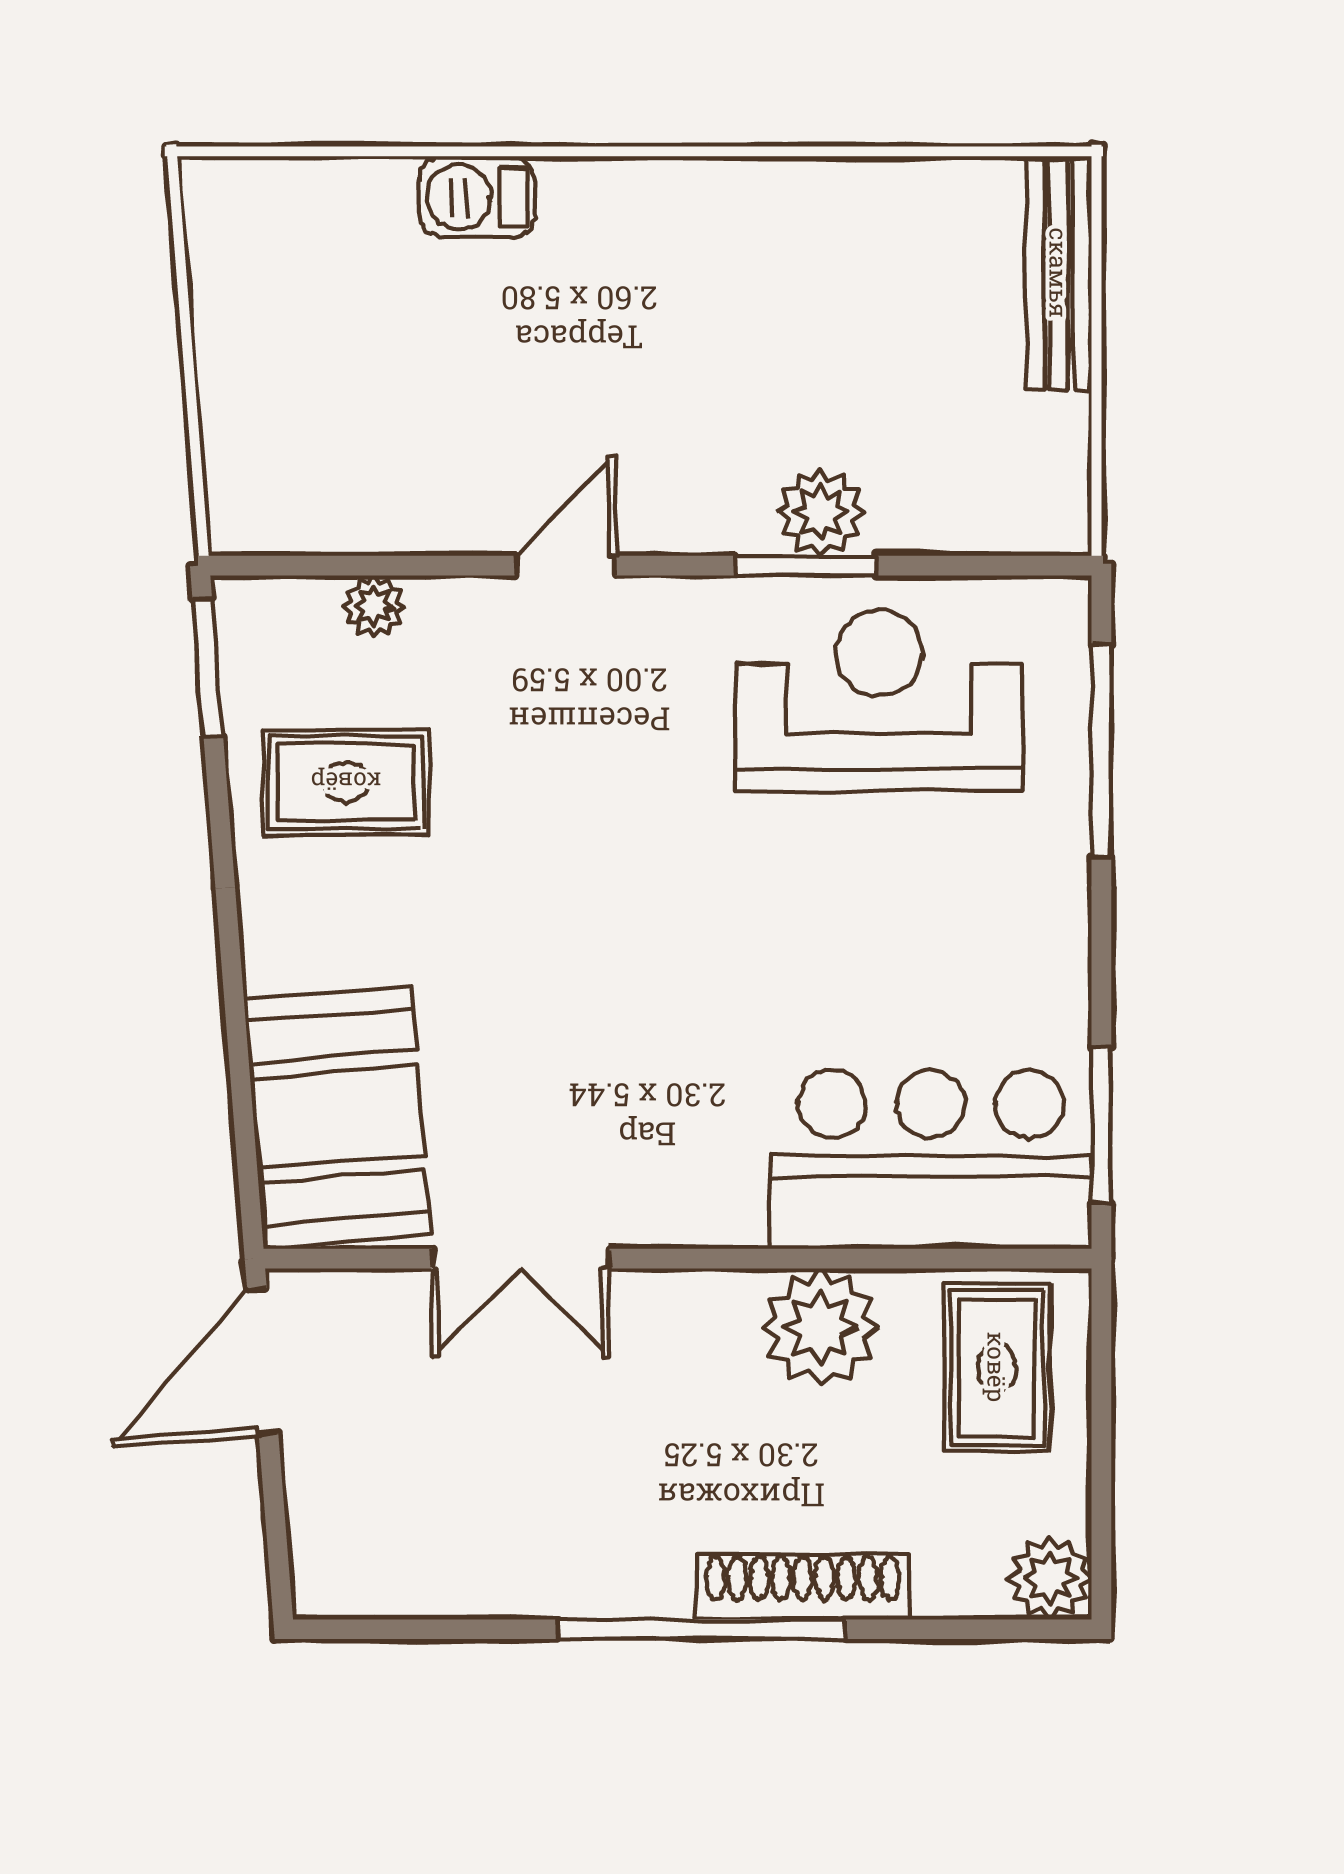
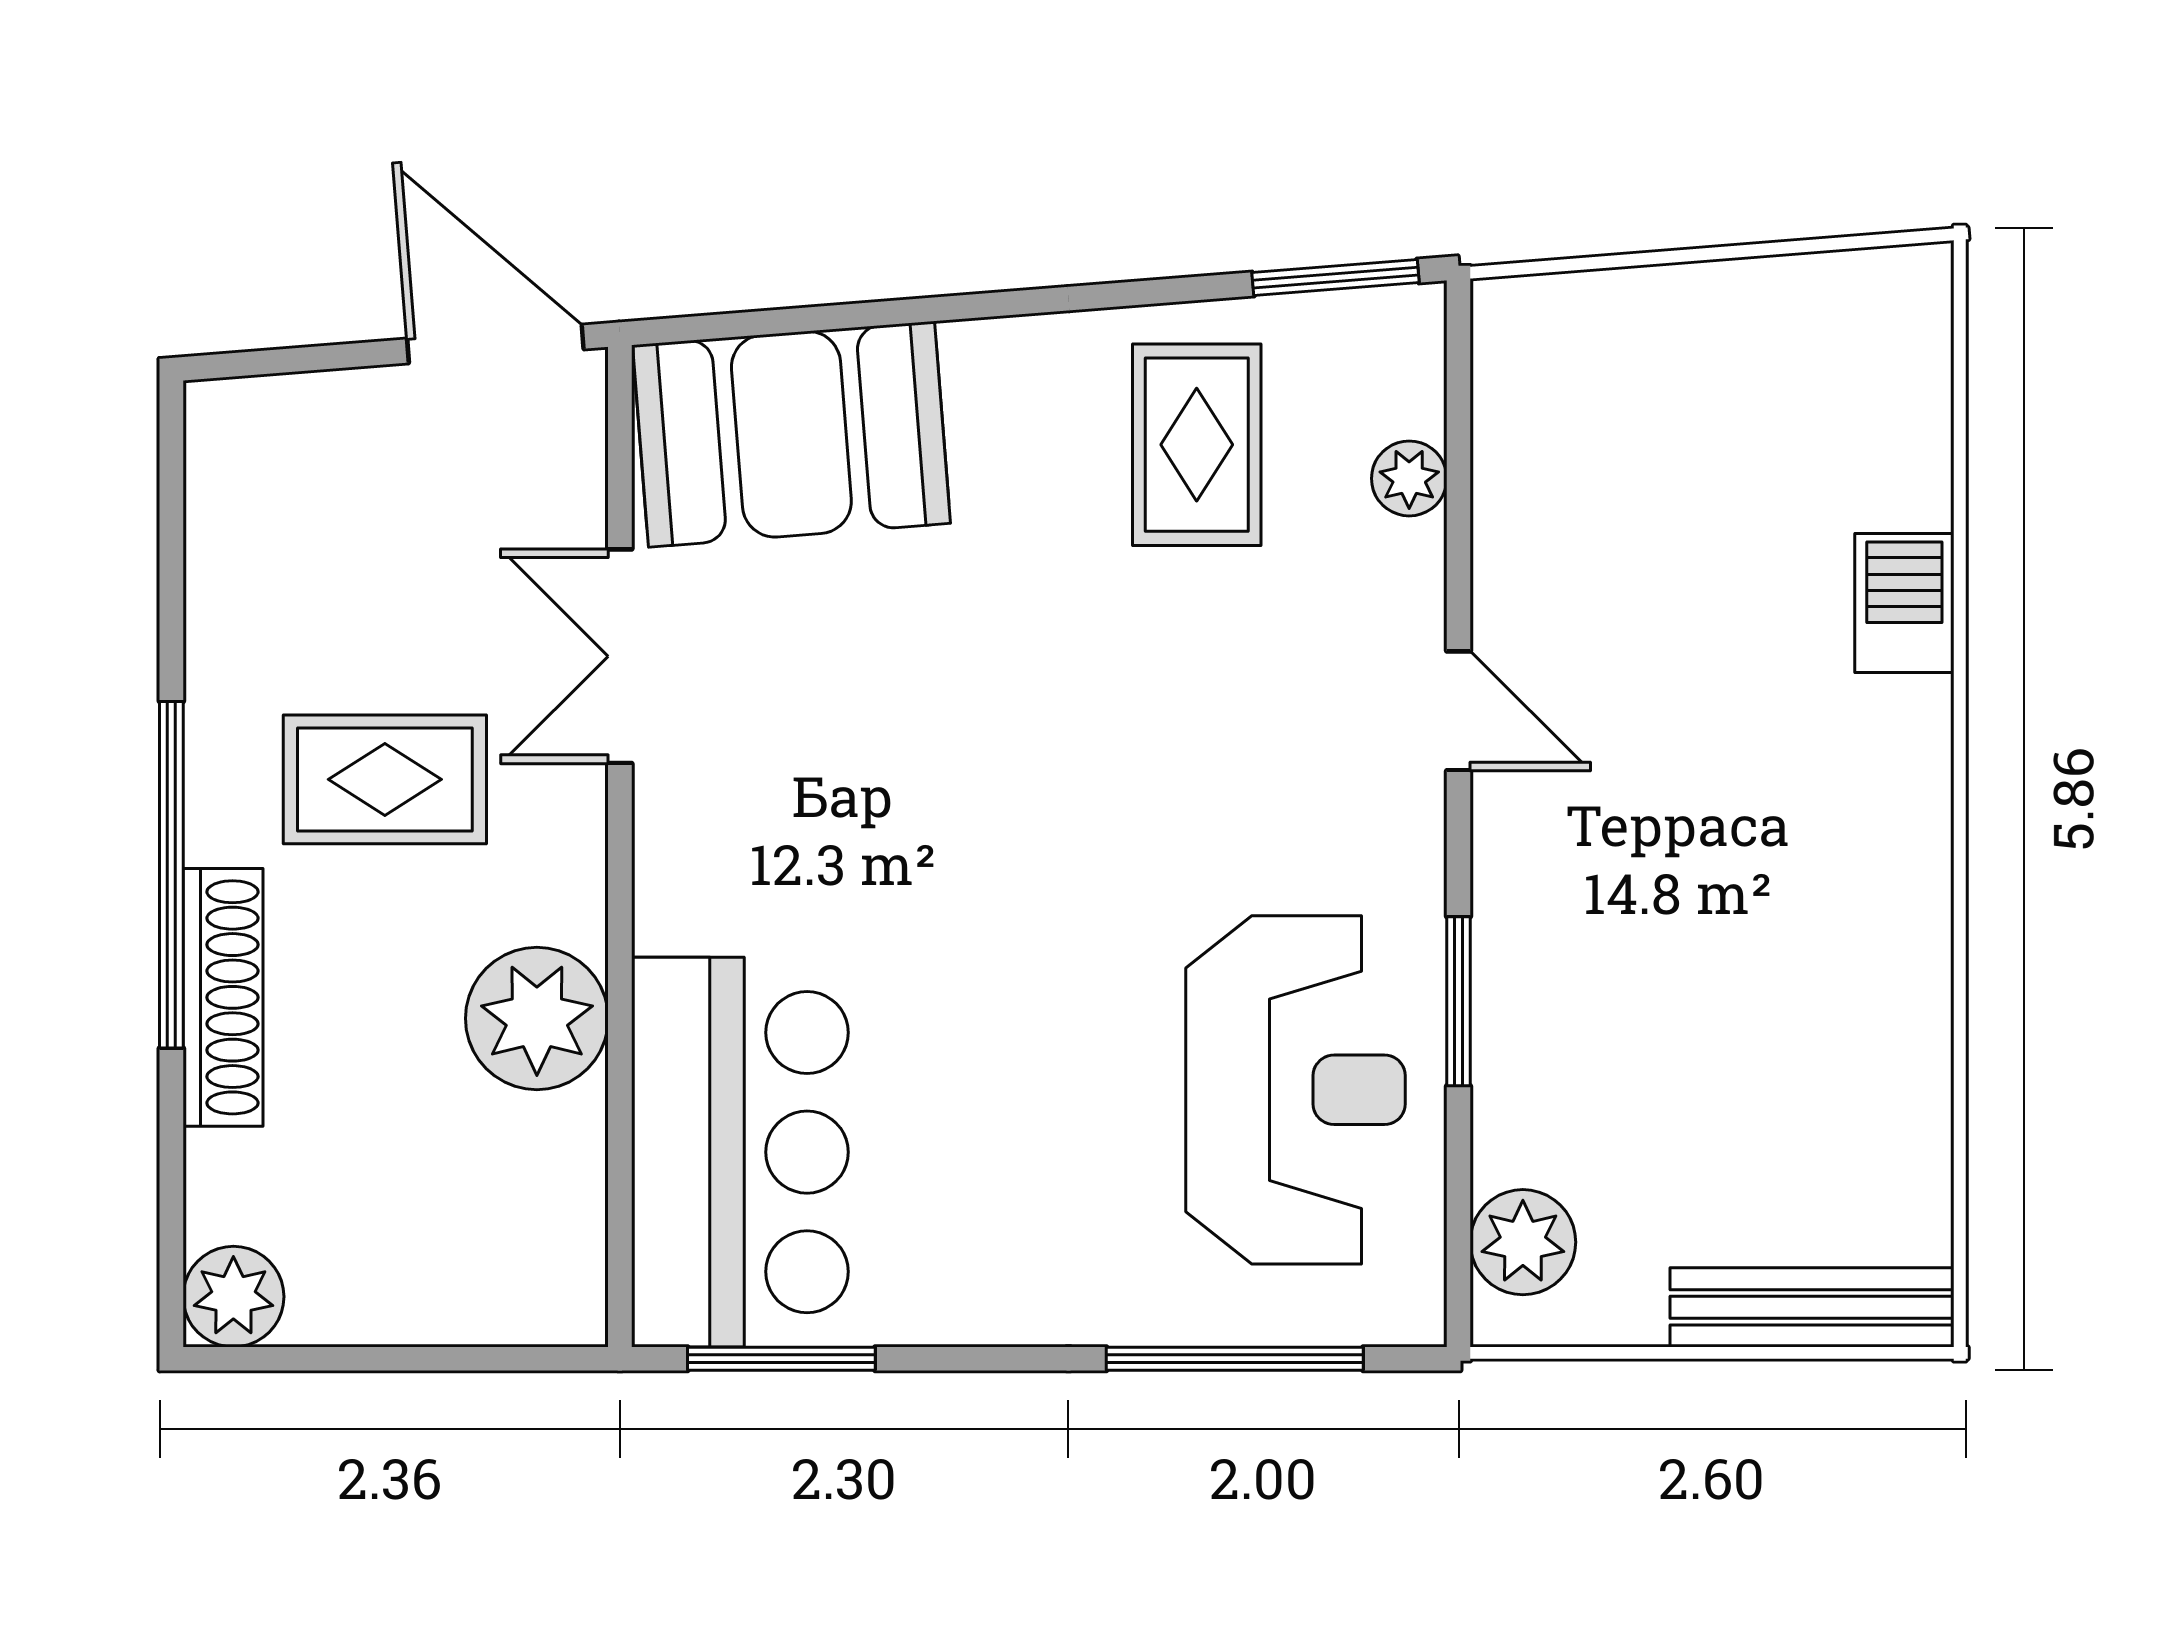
plant: (821, 512) -> (1523, 1242), moved
rug: (997, 1367) -> (385, 779), moved

